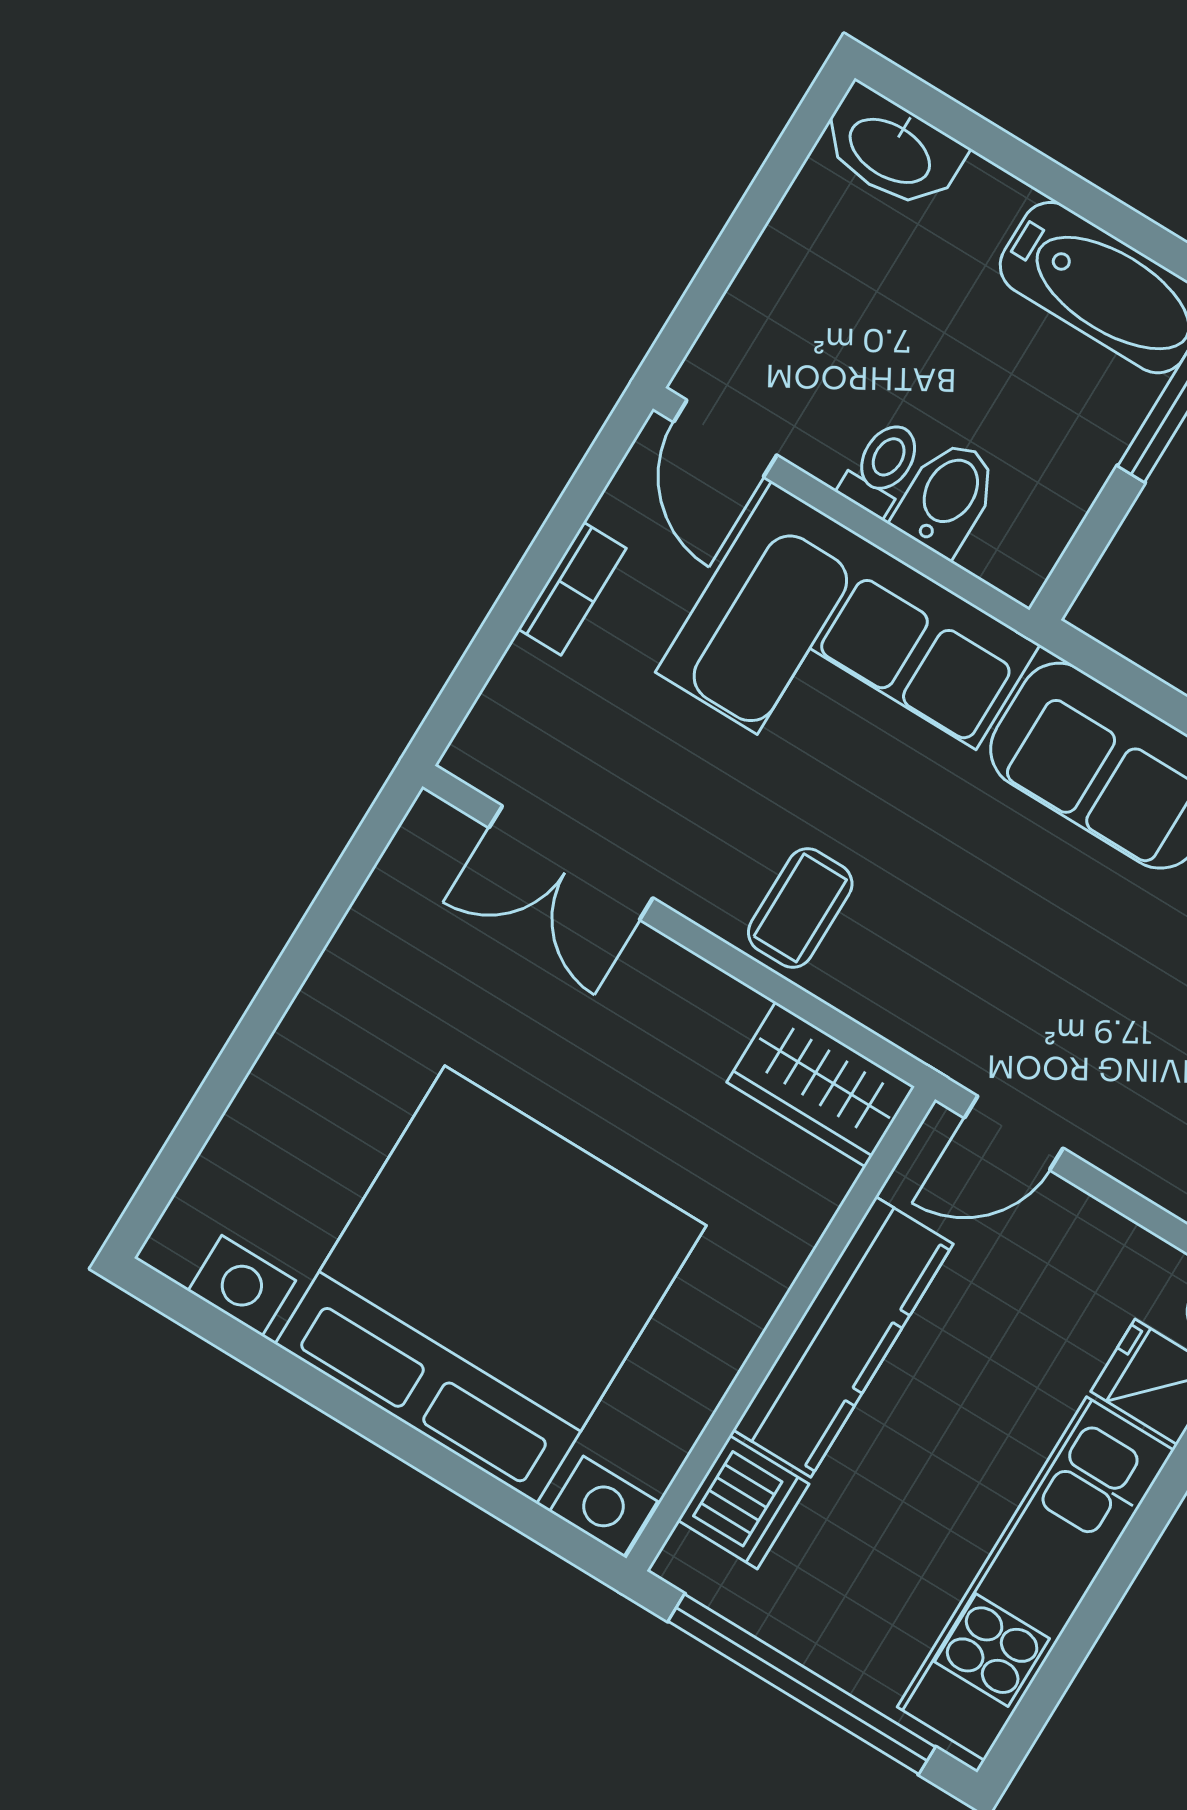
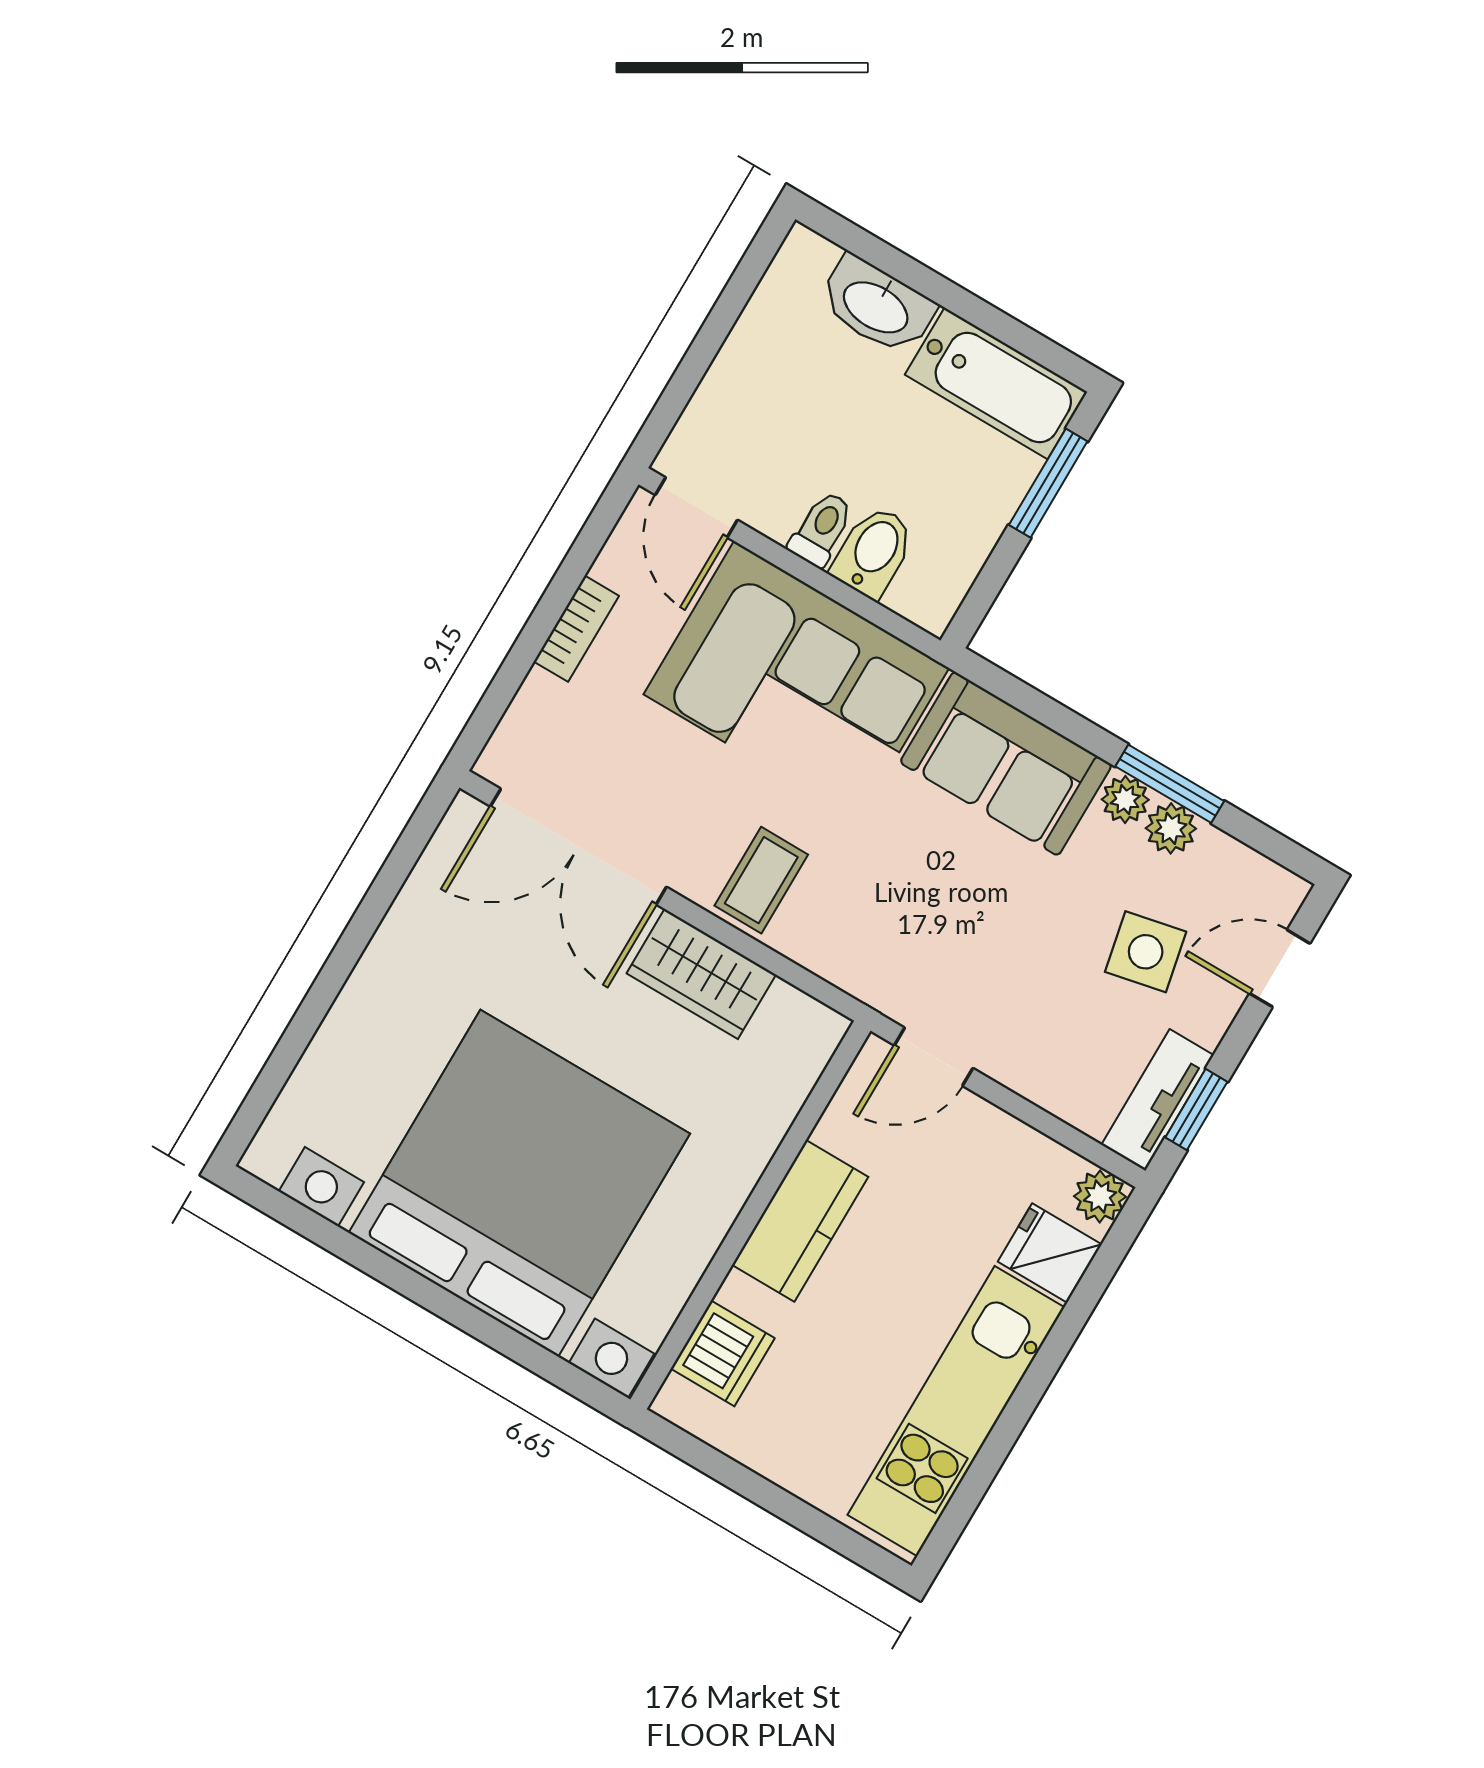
washbasin: (891, 149) -> (877, 306), moved
double door: (571, 863) -> (578, 847), width x1.37
wardrobe: (821, 1084) -> (701, 974), moved
kitchen counter: (843, 1337) -> (800, 1221), width x0.67
window: (802, 1684) -> (771, 1497), removed

